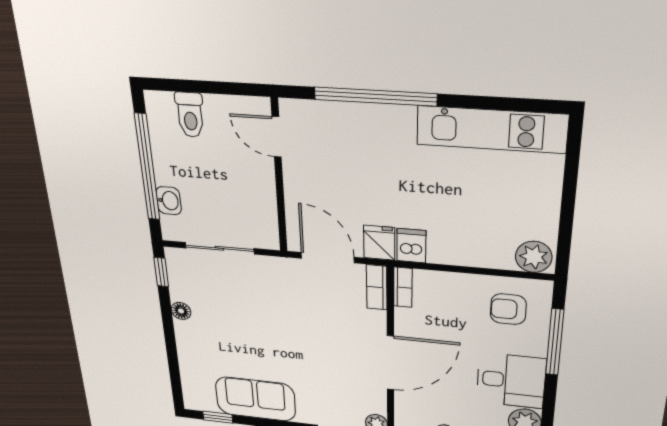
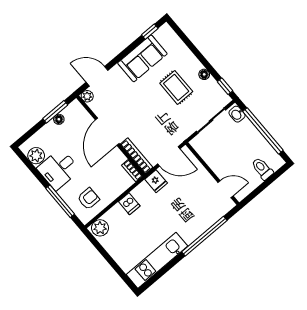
washbasin: (169, 201) -> (237, 114), moved
dishwasher: (411, 246) -> (129, 204), moved
bookcase: (377, 287) -> (136, 156), width x1.56
rug: (237, 330) -> (176, 87), added

